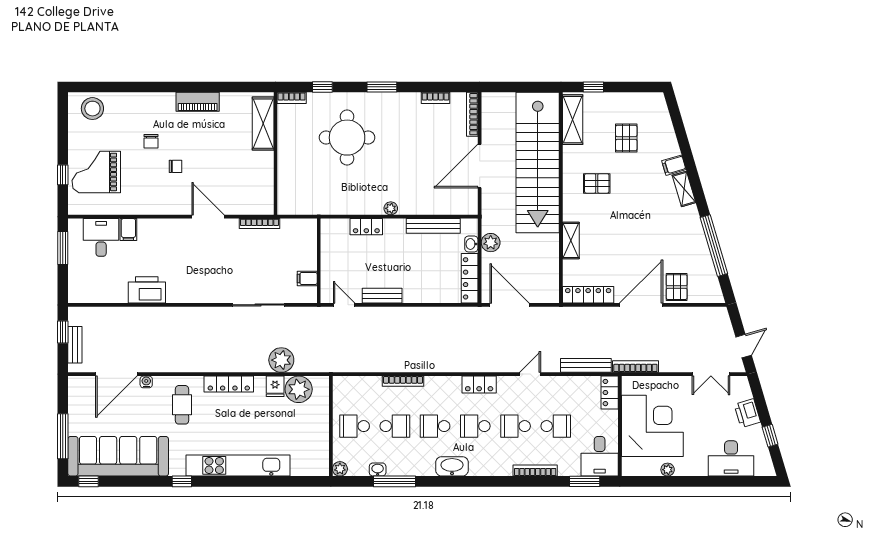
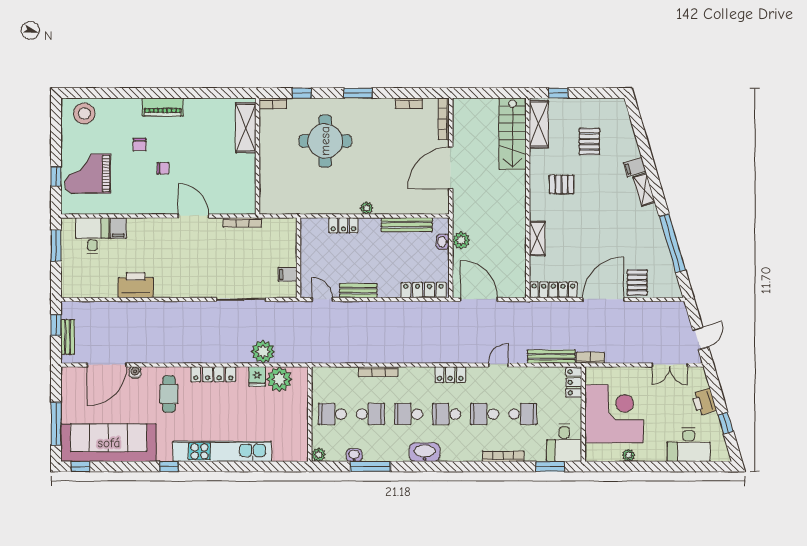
piano: (198, 102) -> (163, 107), moved
stairs: (538, 162) -> (513, 134), width x0.54, depth x0.66
locker: (470, 278) -> (423, 290), moved, turned 90
bookcase: (635, 367) -> (590, 358), width x0.64

